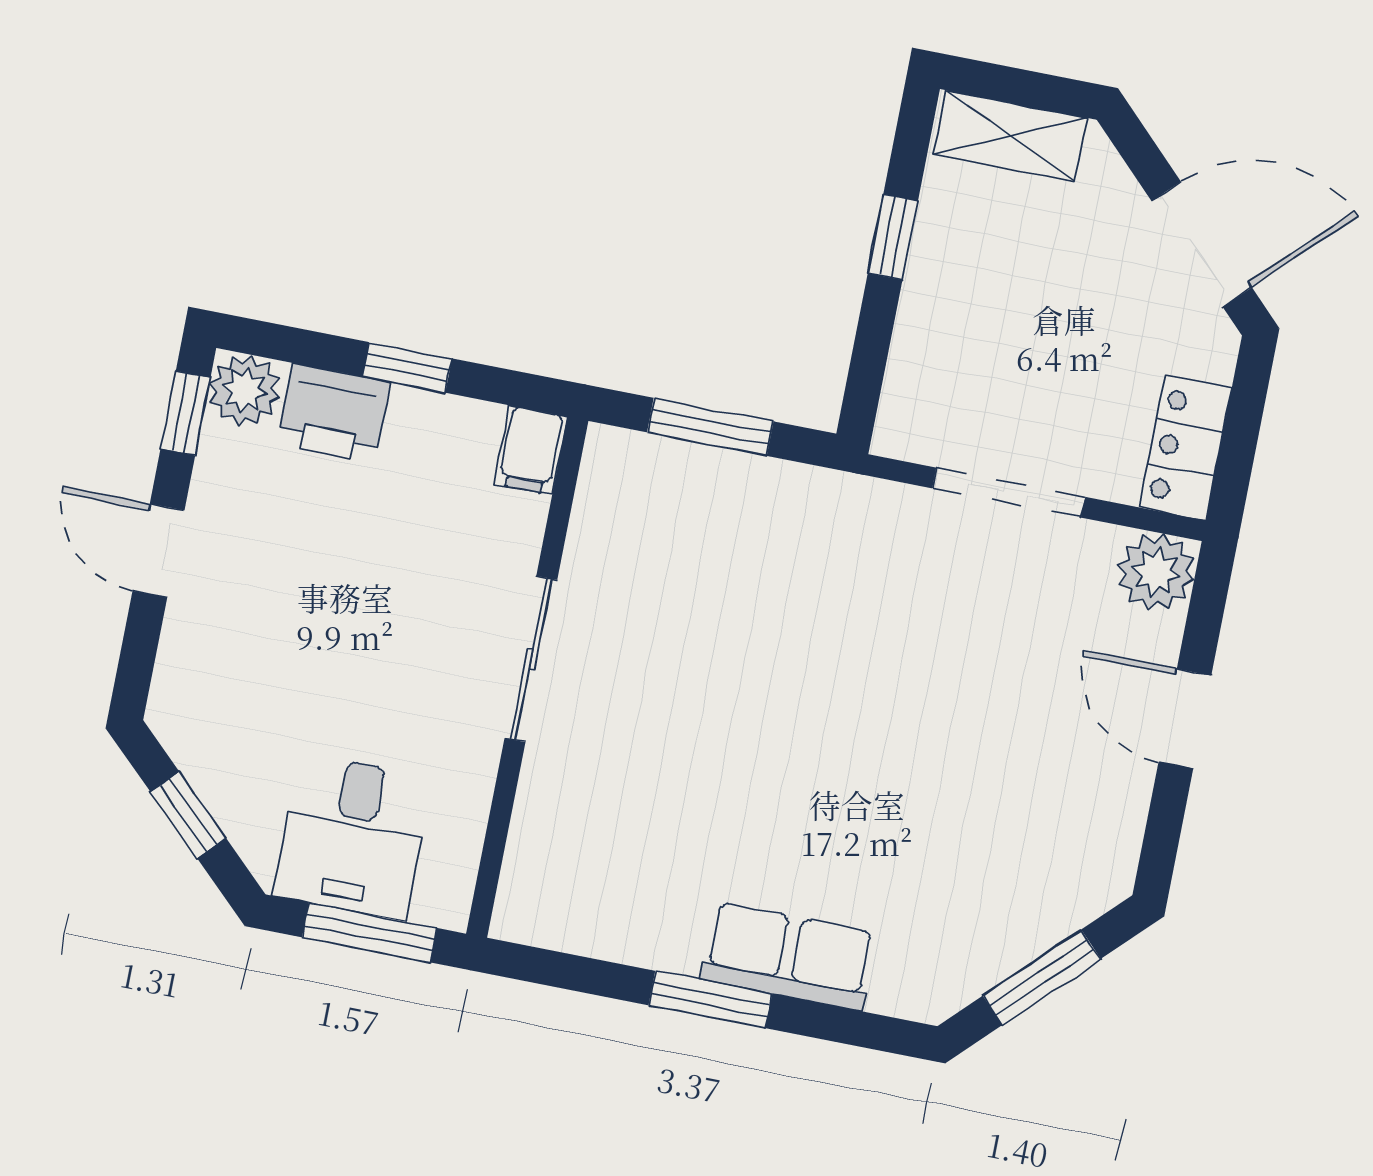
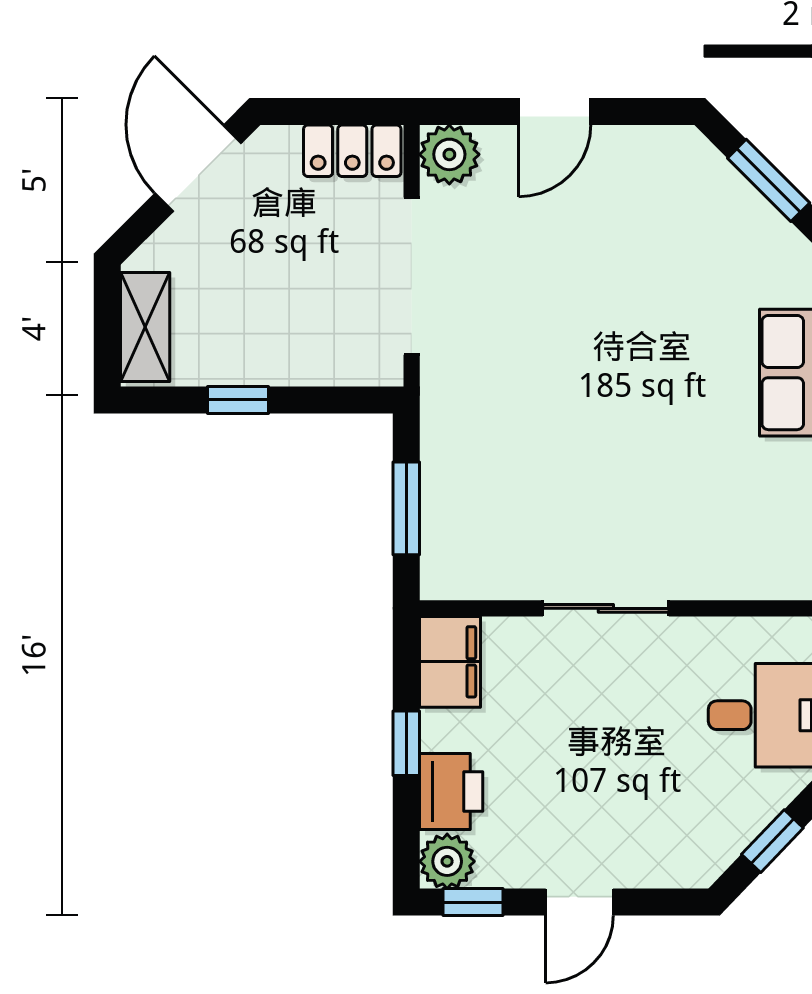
filing cabinet: (531, 450) -> (450, 662), width x2.00
doorway: (1009, 493) -> (412, 276), width x1.36

